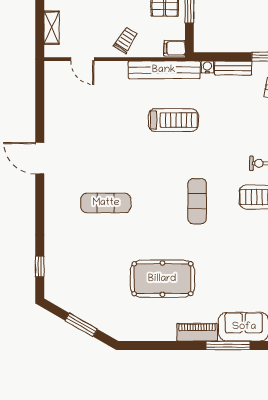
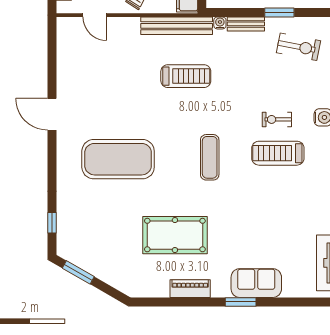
exercise mat: (106, 203) -> (118, 159), width x2.00, depth x1.45
window: (81, 325) -> (78, 272), moved
piano: (197, 332) -> (190, 289), moved
window: (228, 345) -> (241, 302), width x0.69

